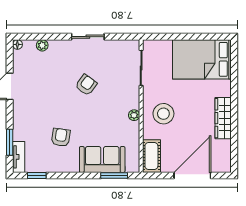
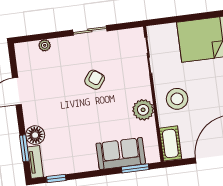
floor lamp: (17, 44) -> (35, 135), moved, width x1.89, depth x1.89
plant: (134, 115) -> (143, 110), width x1.88, depth x1.88
armchair: (61, 137) -> (76, 136), removed

